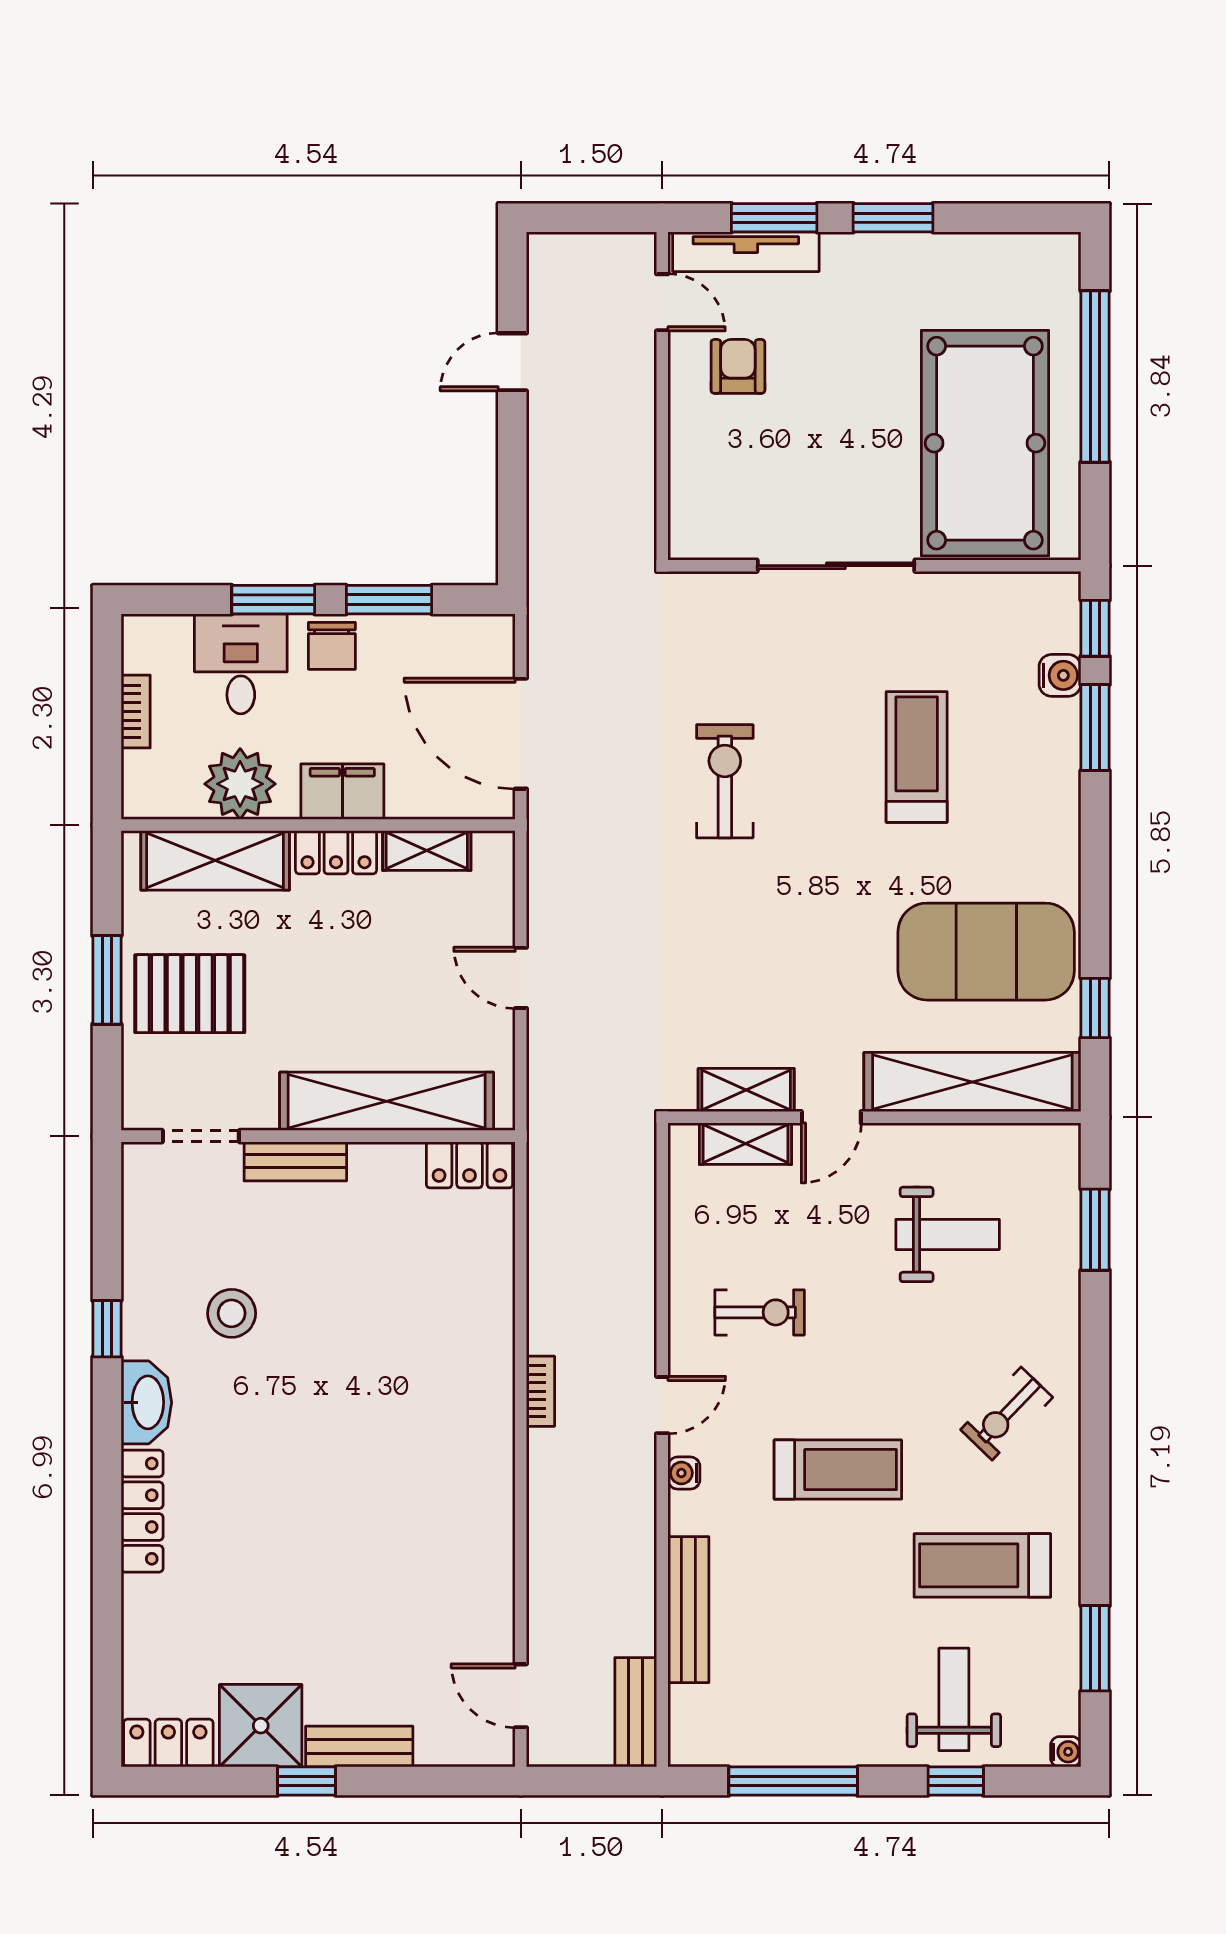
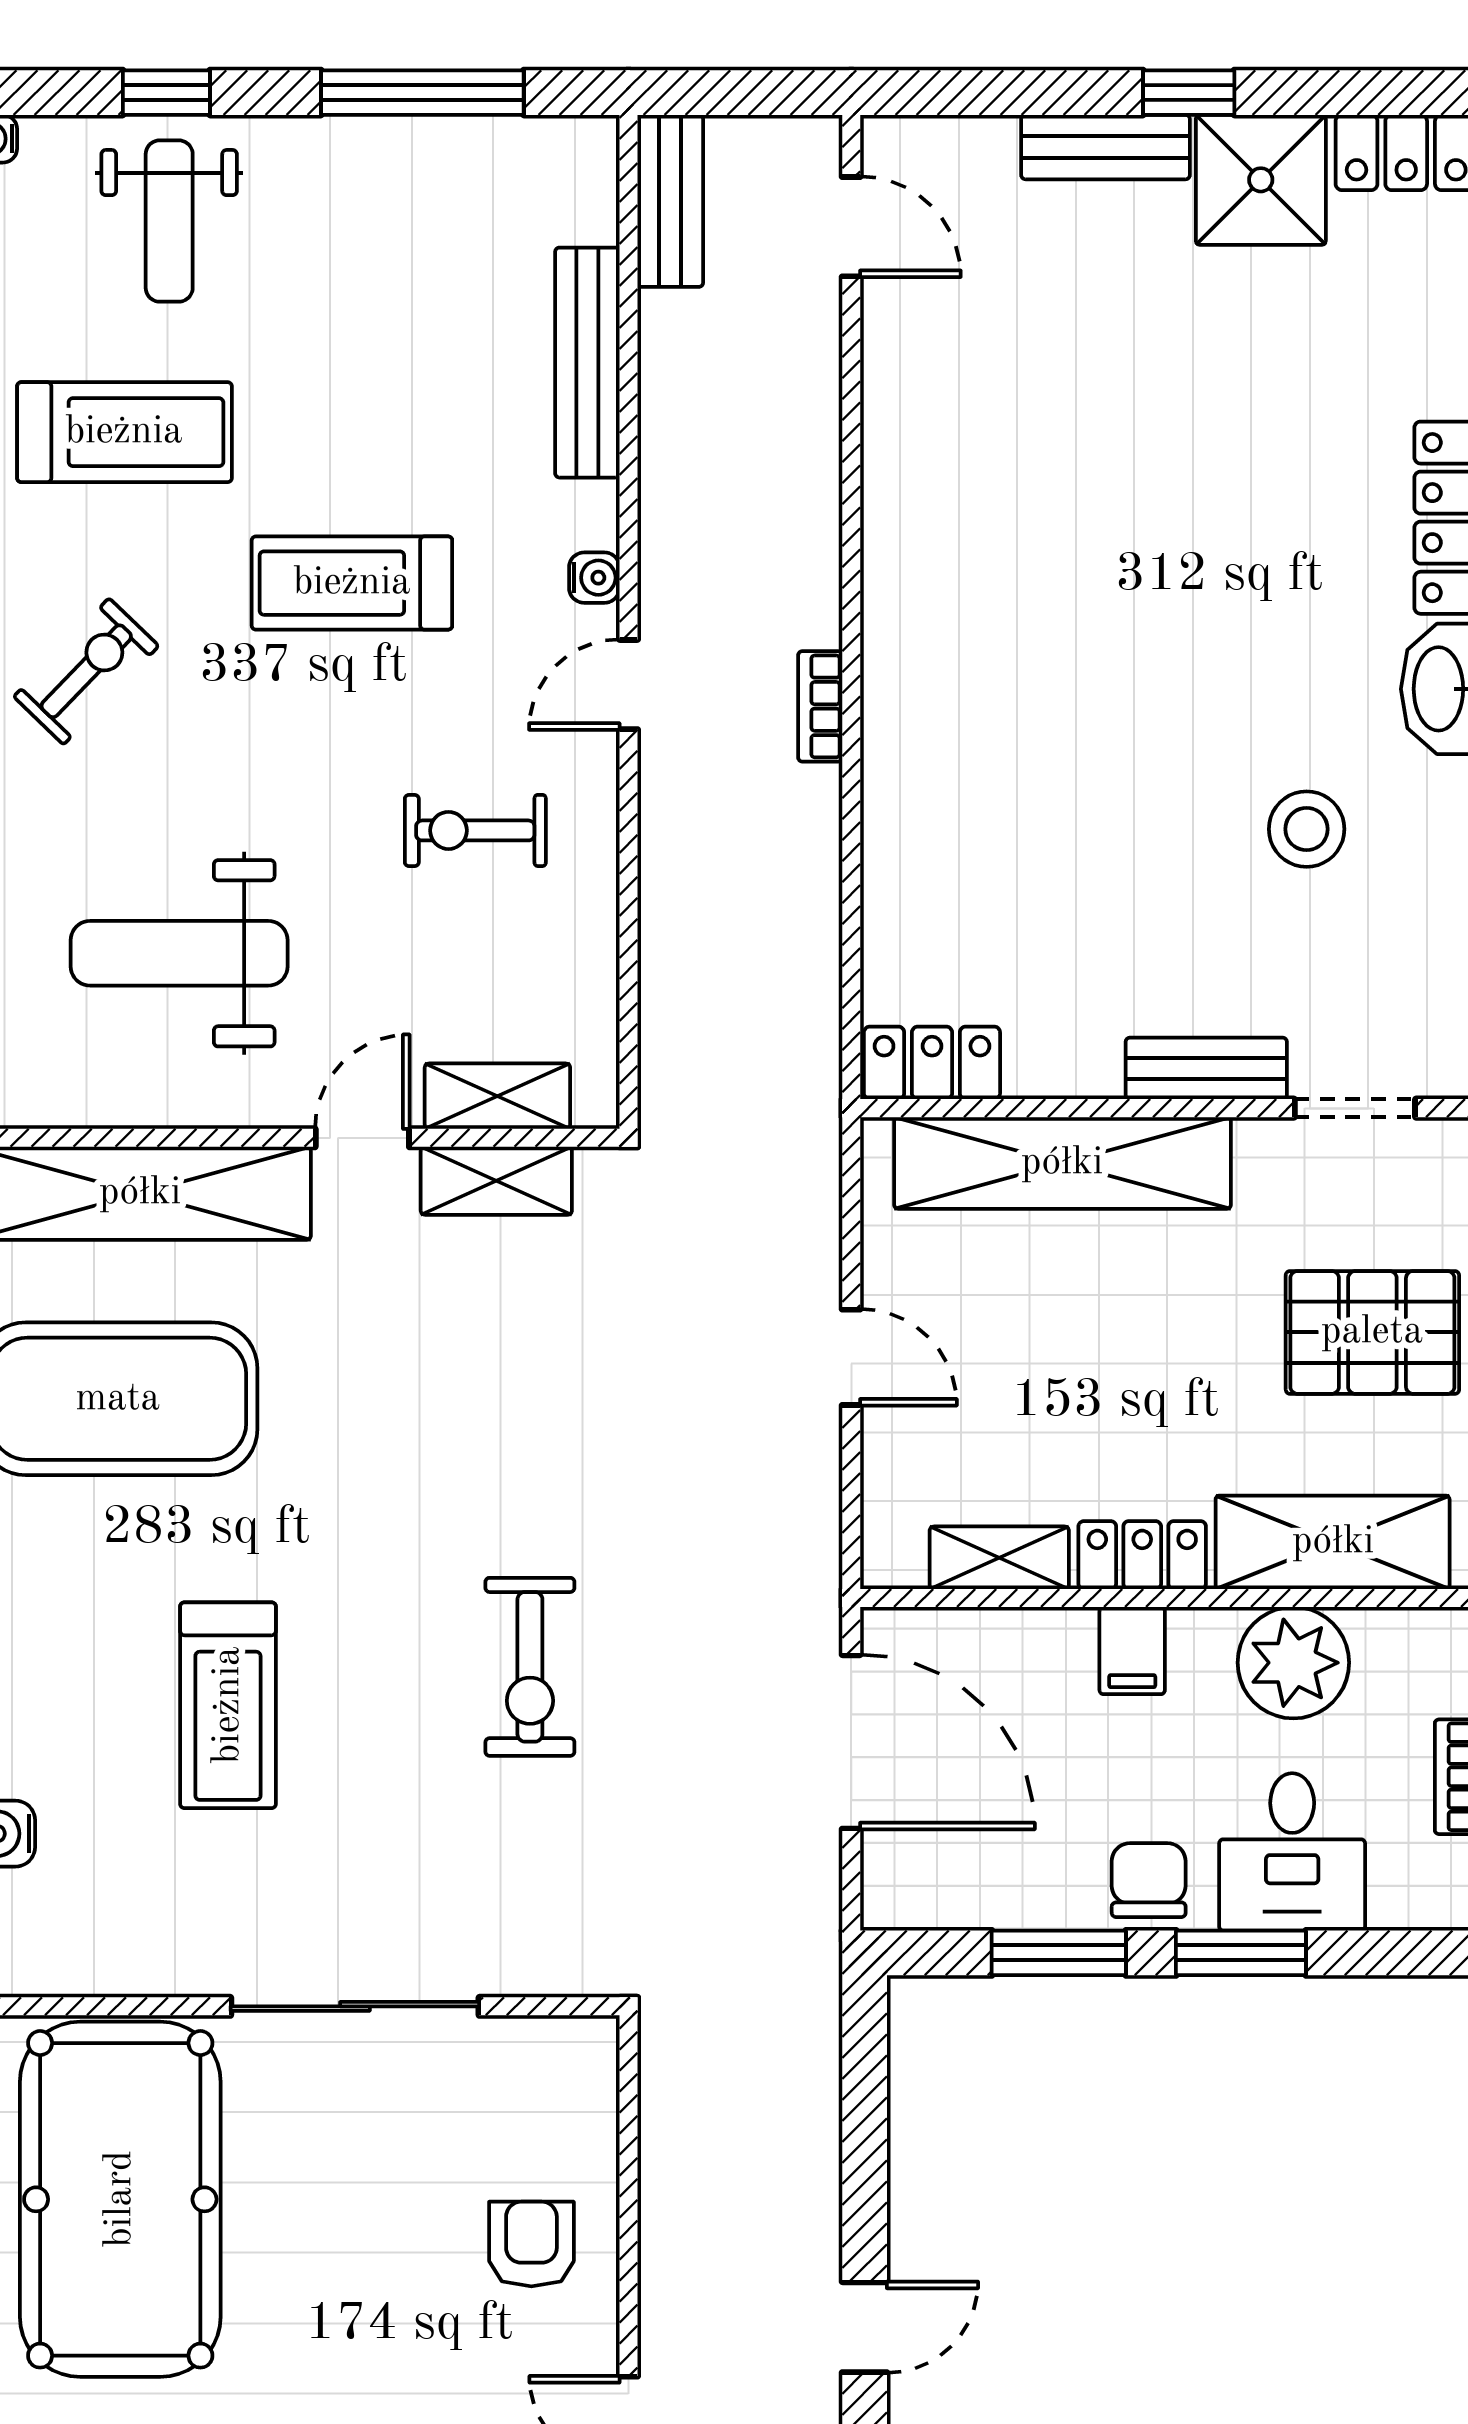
armchair: (738, 366) -> (531, 2244), moved, turned 180
filing cabinet: (342, 792) -> (1132, 1651), width x0.50
weight bench: (948, 1234) -> (179, 953), width x1.36, depth x1.33

